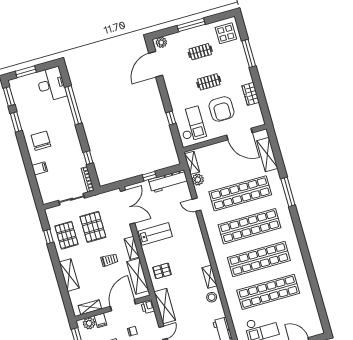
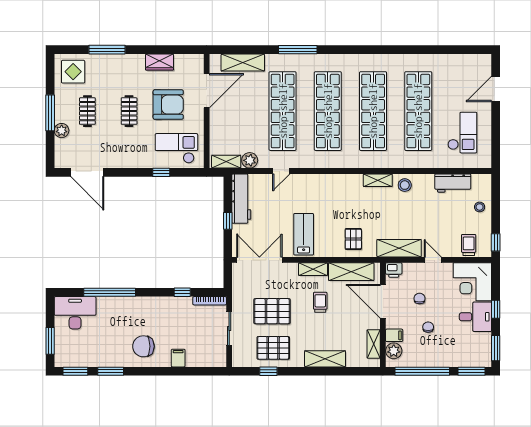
plant: (161, 42) -> (62, 131), moved

